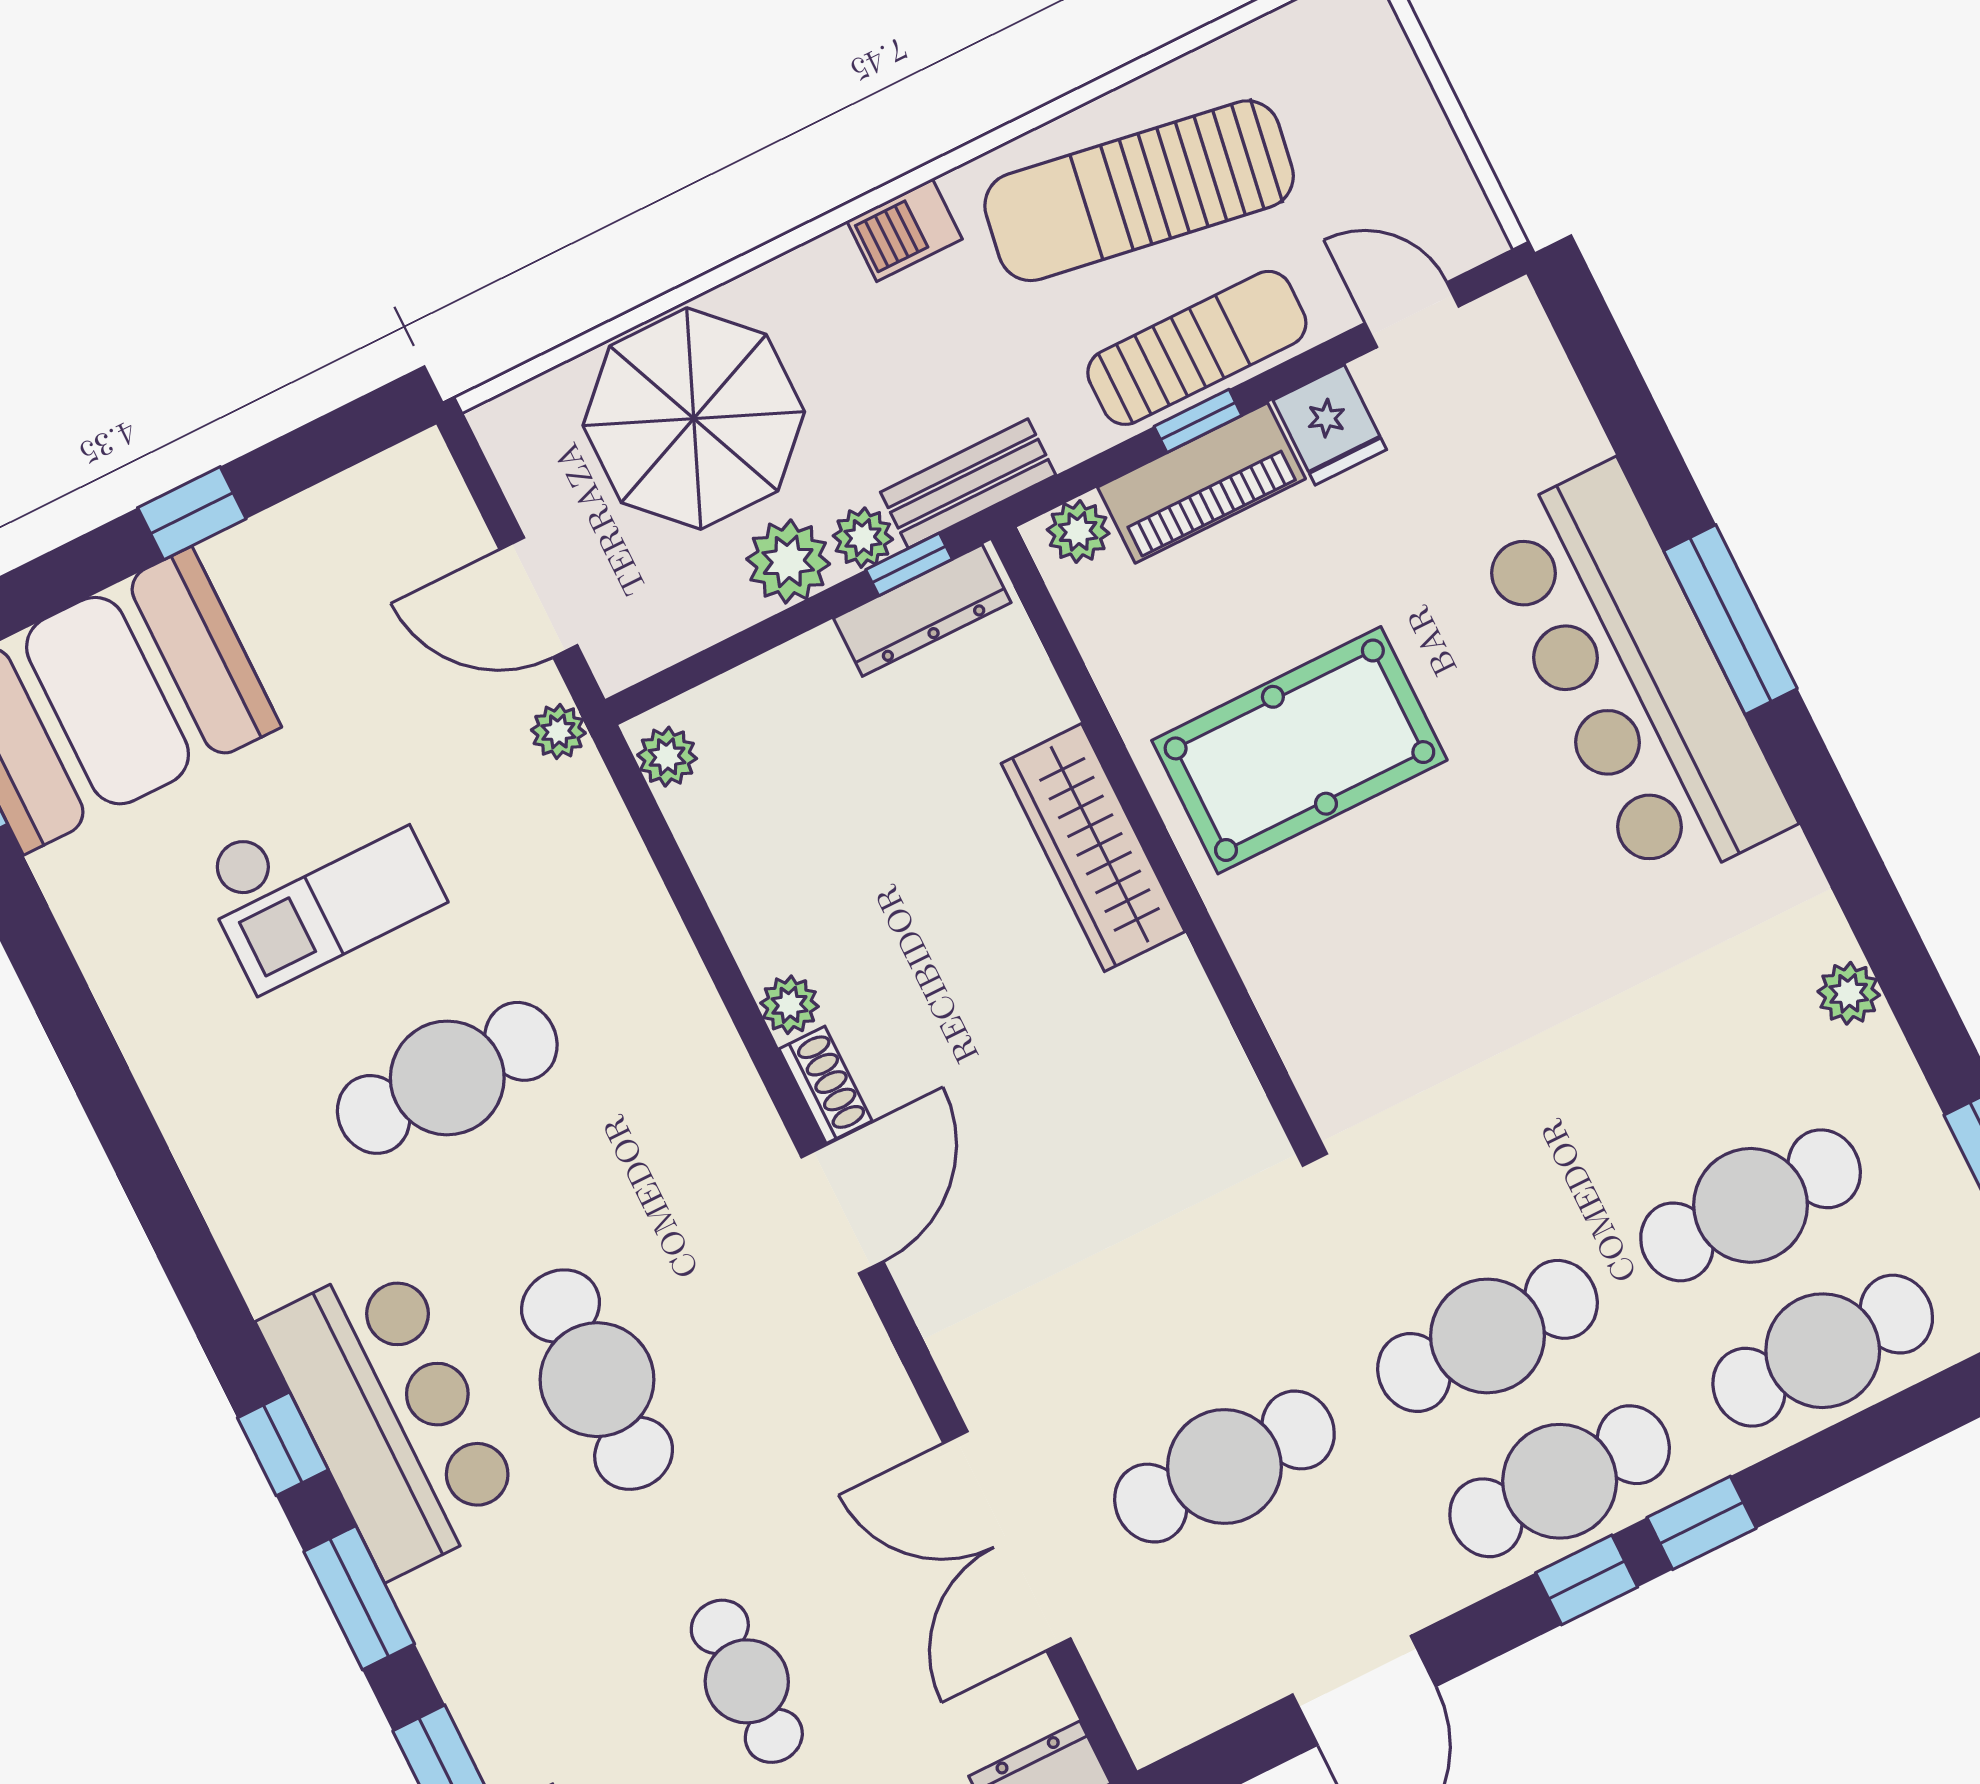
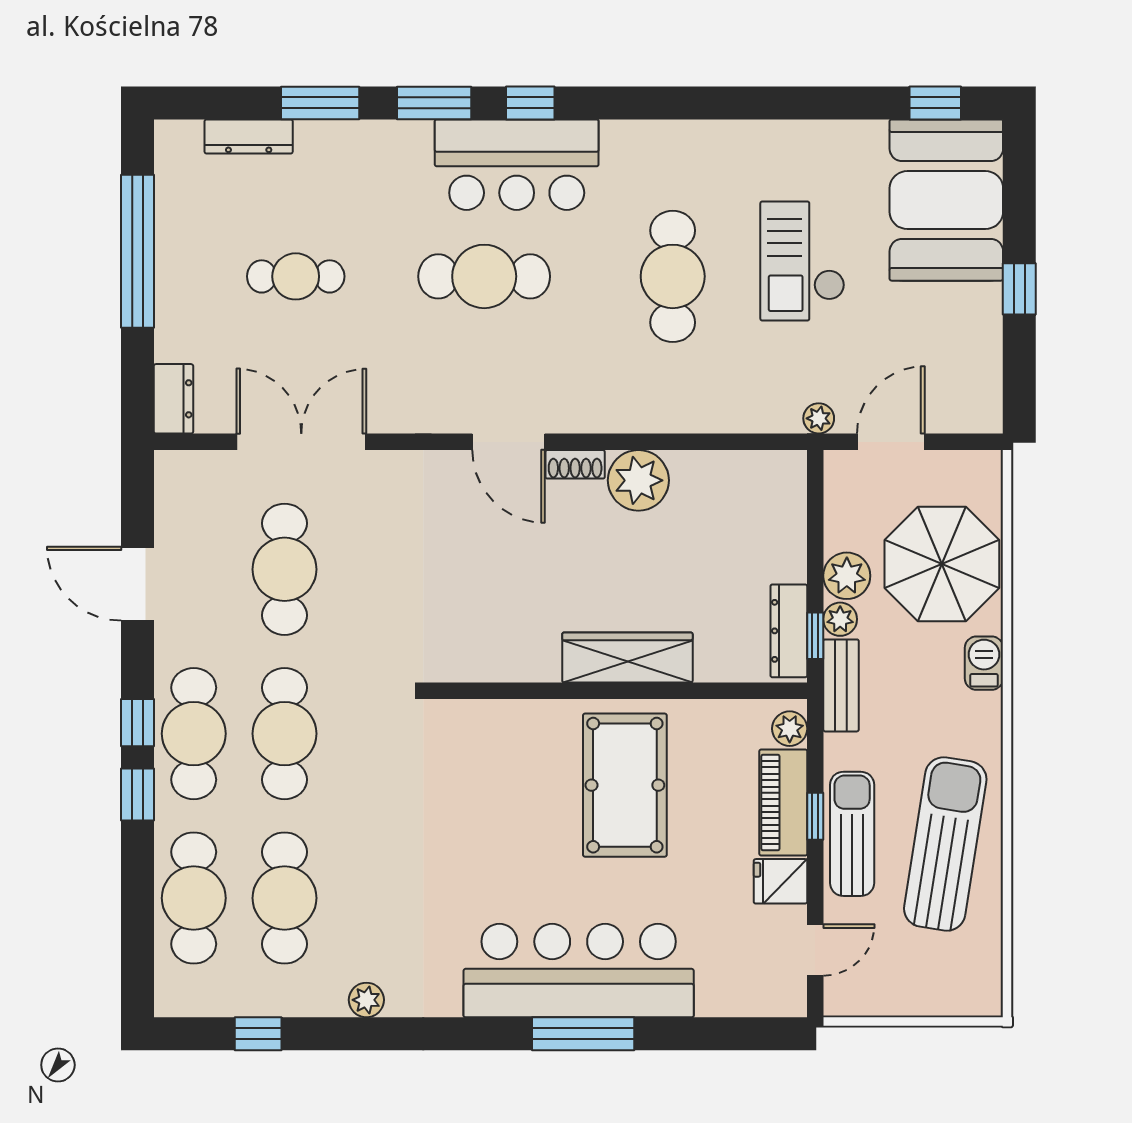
barbecue: (904, 230) -> (984, 663), moved
sun lounger: (1197, 348) -> (852, 834), turned 180
plant: (667, 757) -> (779, 467), removed
plant: (789, 1005) -> (638, 480), width x1.87, depth x1.87

